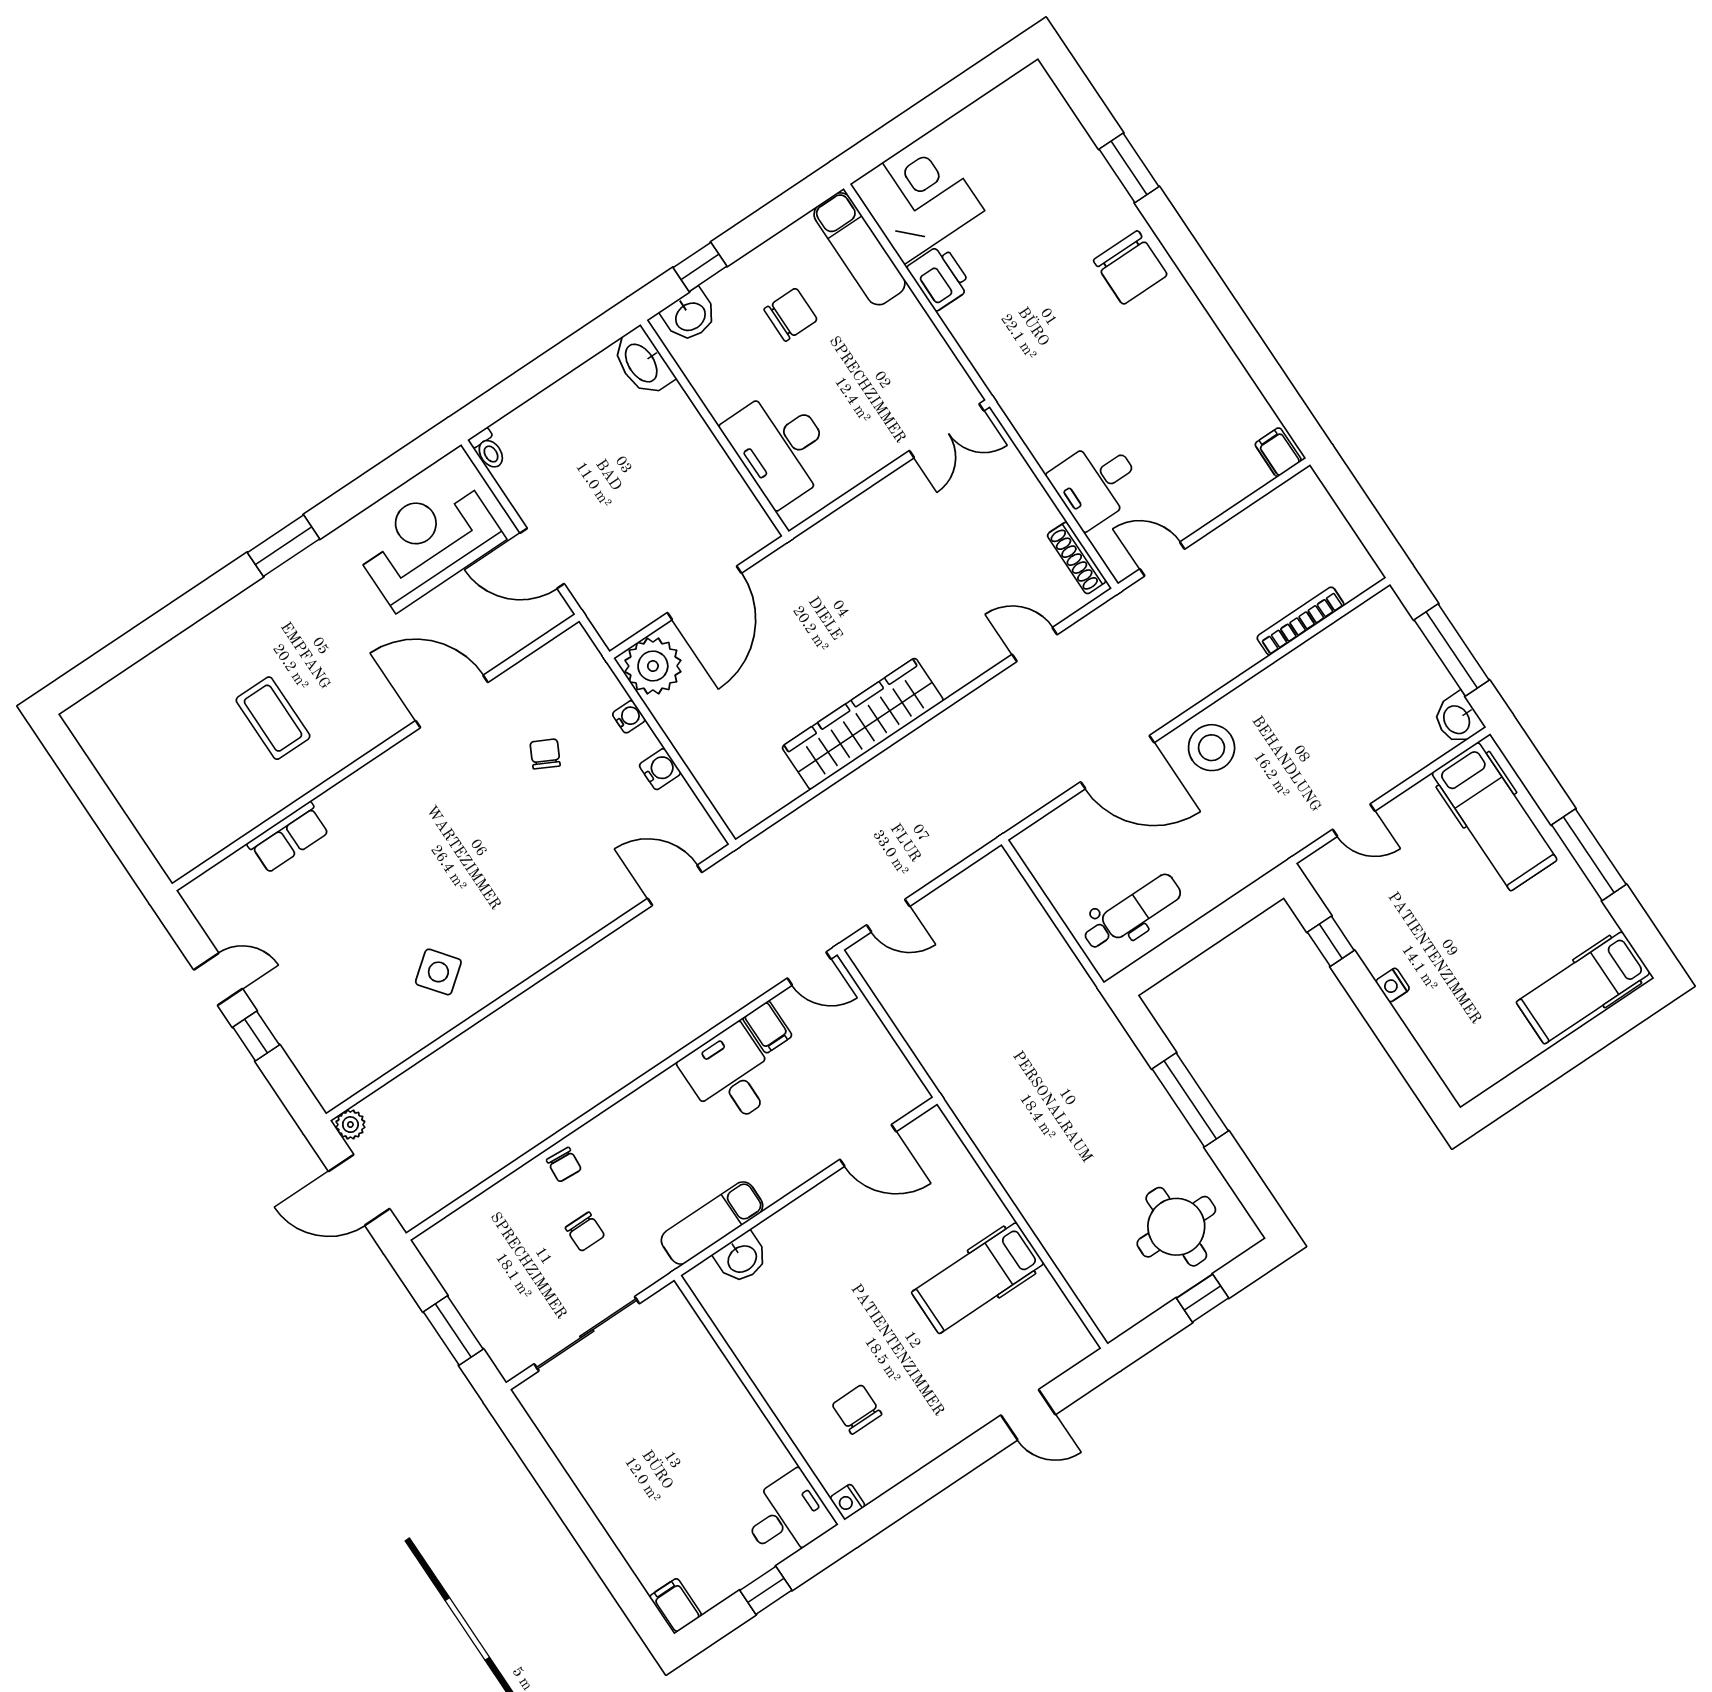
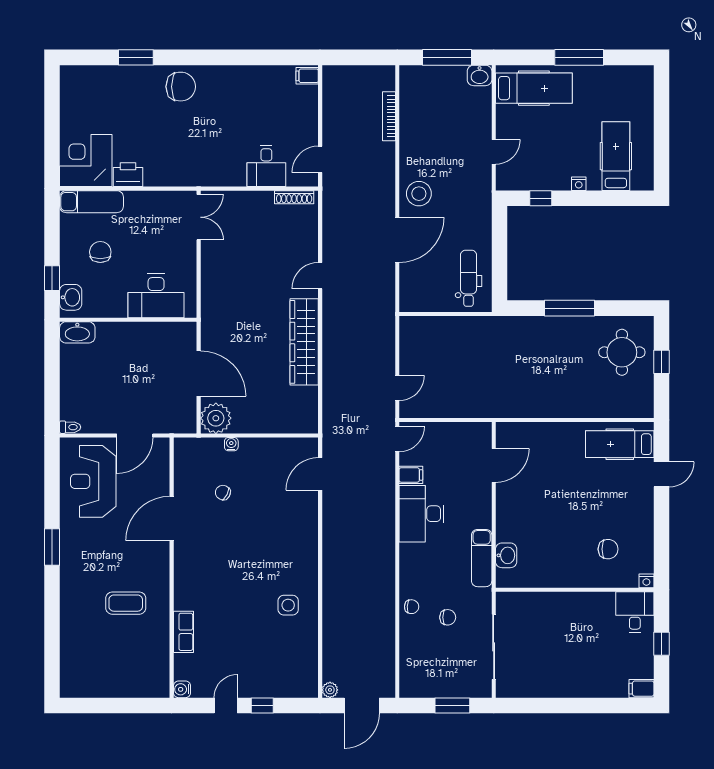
door: (1035, 644) -> (320, 276), moved
water cooler: (660, 769) -> (182, 689), moved, turned -90
side table: (438, 972) -> (288, 605), turned 38
hospital bed: (1583, 988) -> (616, 156), moved, turned 180
desk: (730, 1076) -> (422, 514), width x1.37
hospital bed: (978, 1278) -> (620, 444), moved, turned 90
chair: (857, 1409) -> (608, 549), turned 180

